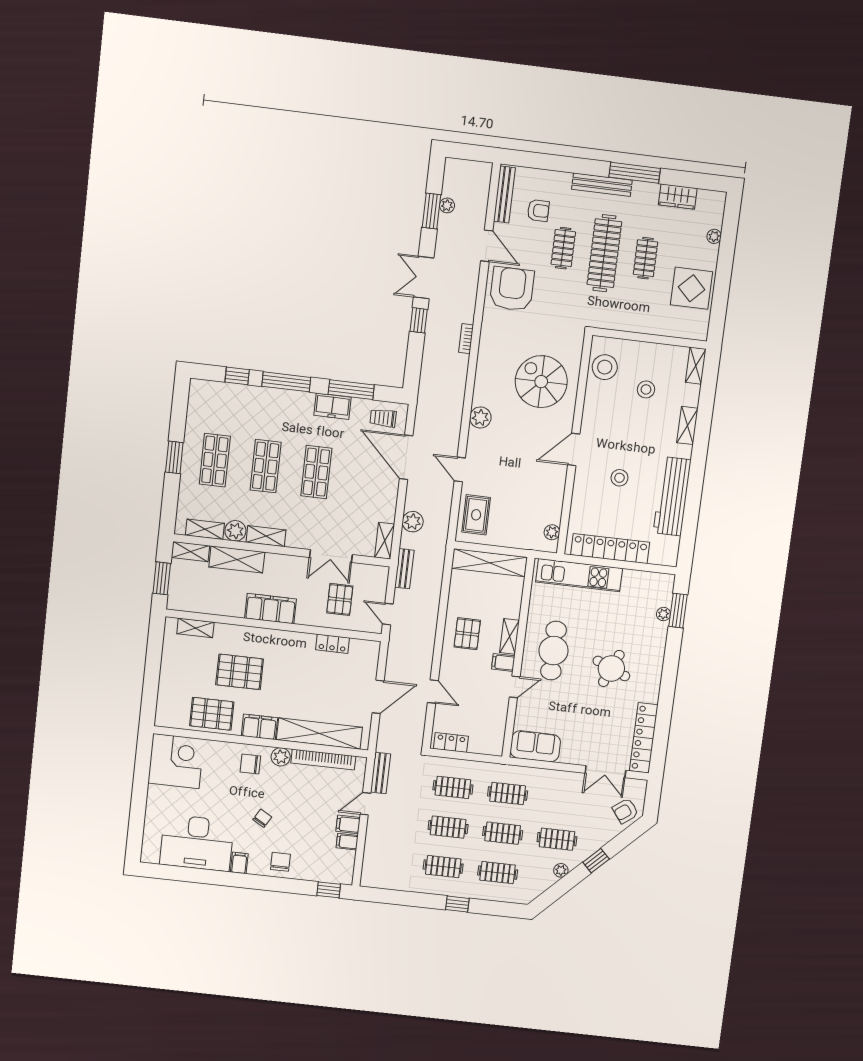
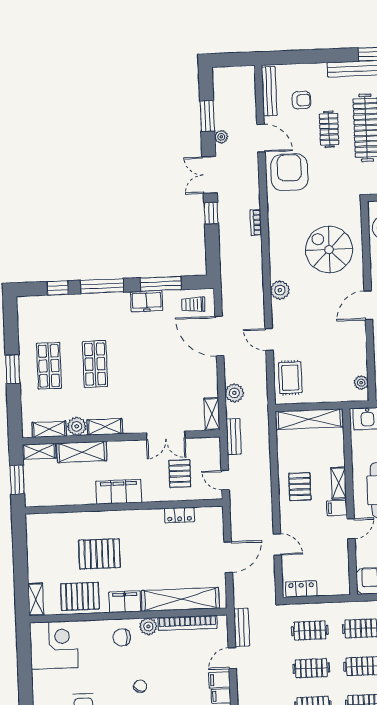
plant: (447, 205) -> (221, 137), moved
shop shelf: (316, 472) -> (141, 362), removed
shelving: (195, 628) -> (36, 599), moved, turned 90

